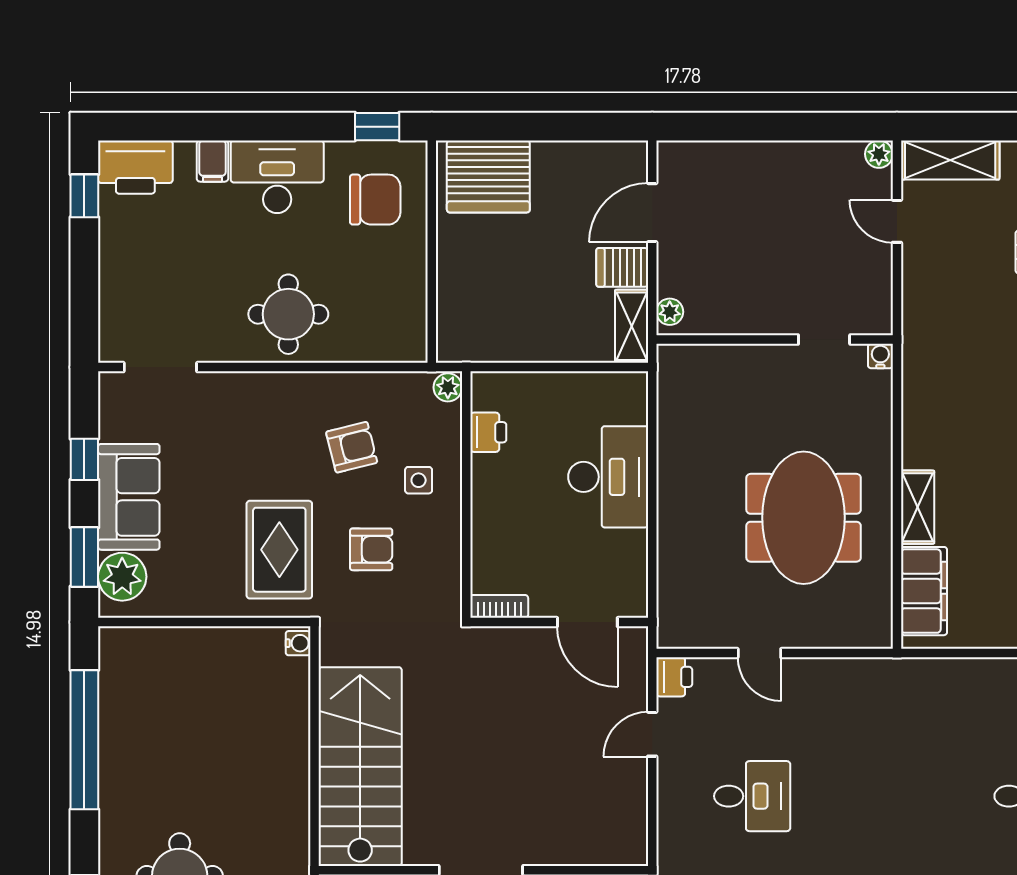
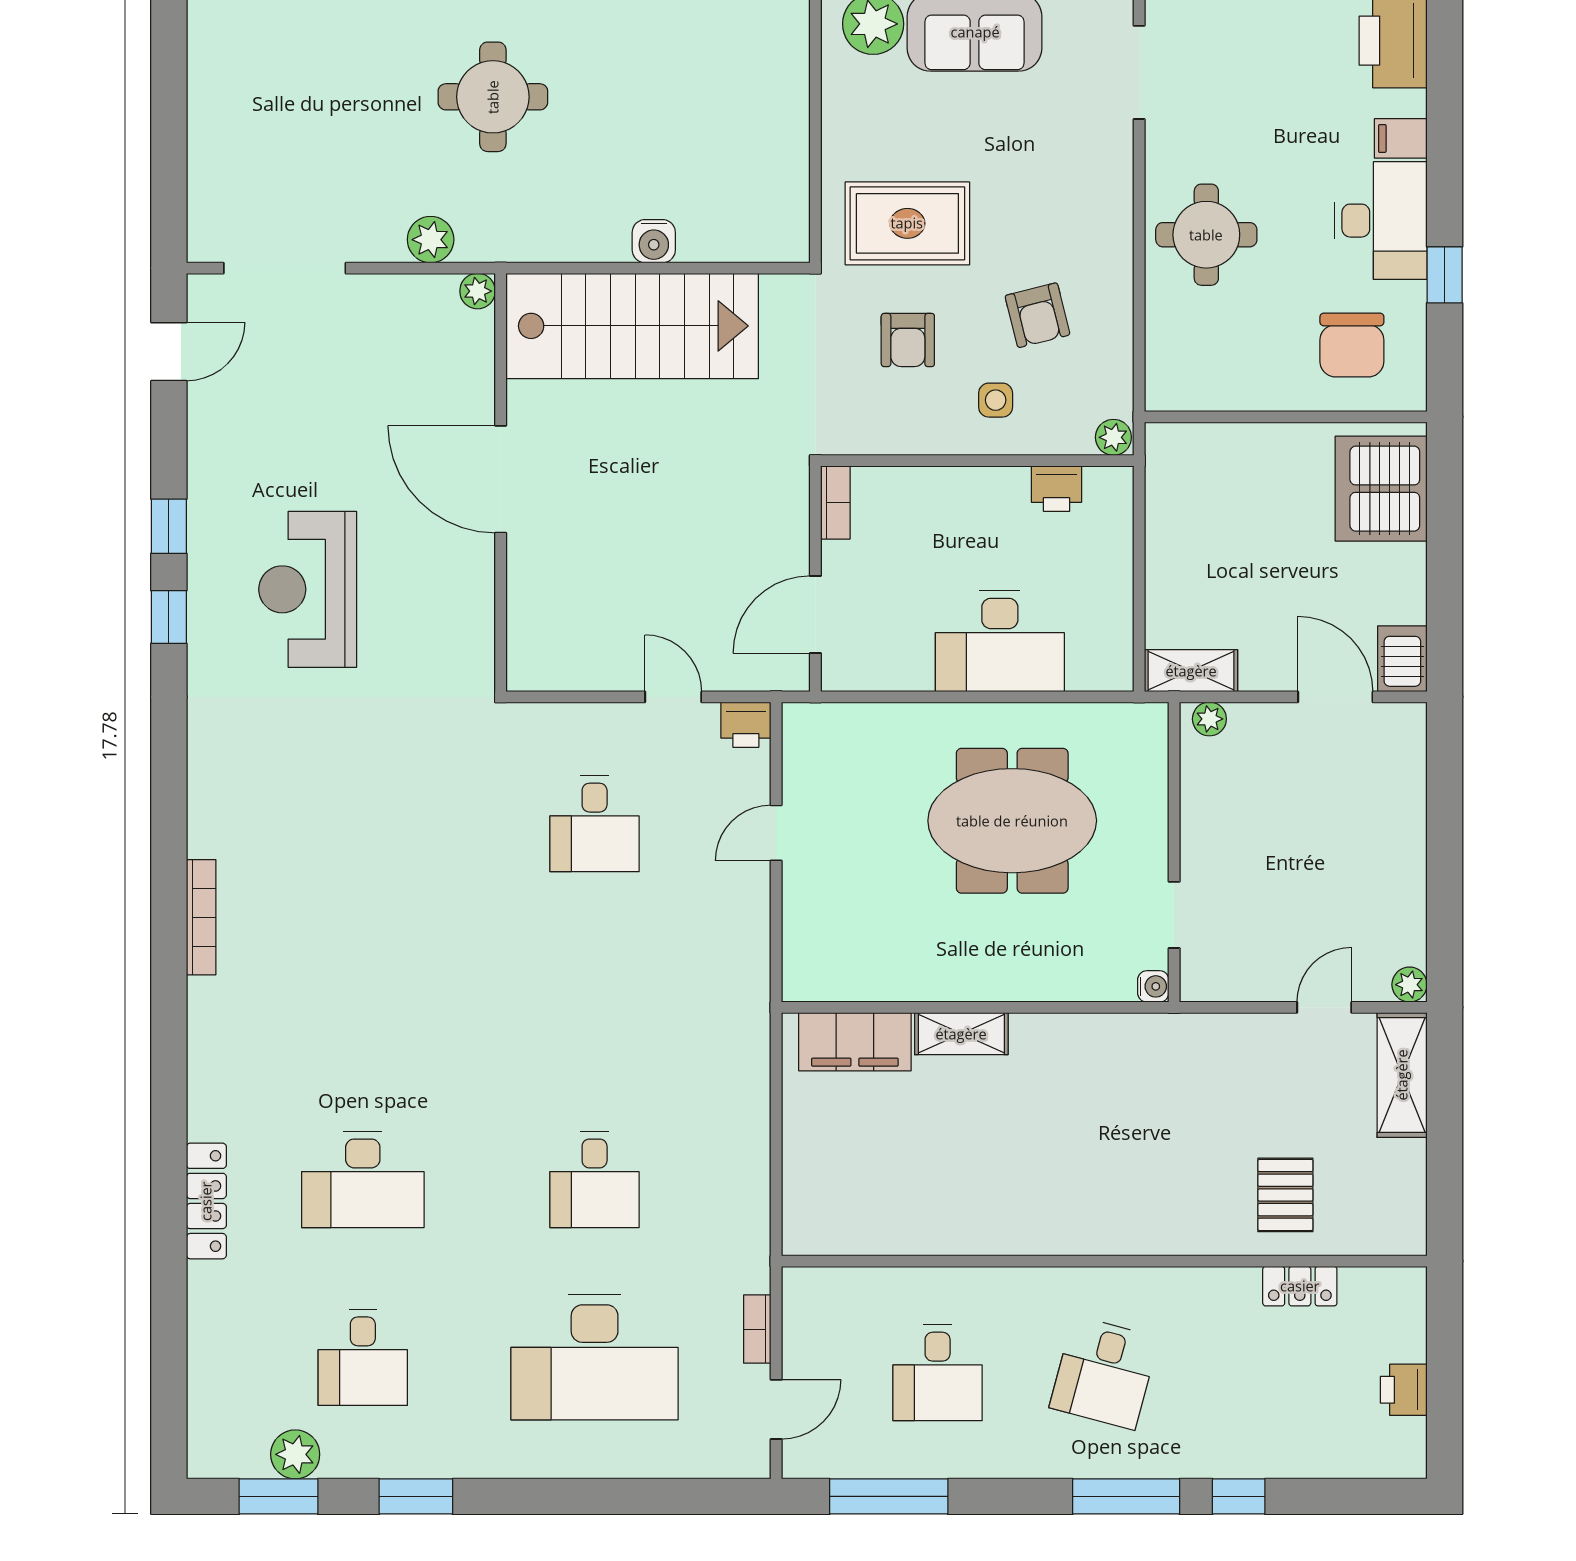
window: (377, 127) -> (1445, 275), moved
server rack: (622, 267) -> (1402, 659), moved
meeting table: (804, 518) -> (1012, 821), moved
water cooler: (298, 643) -> (654, 241), moved, width x1.38, depth x1.38

